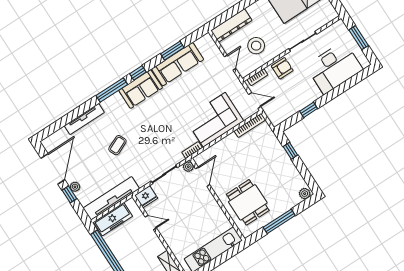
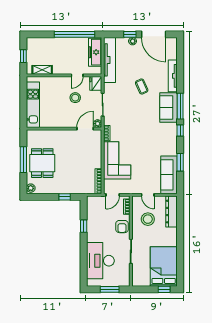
sofa: (178, 64) -> (169, 175), moved
sofa: (141, 89) -> (168, 108), moved
door: (203, 177) -> (85, 129), swing flipped
dining table: (248, 202) -> (42, 163), moved, turned 90
stool: (176, 209) -> (75, 98), added

